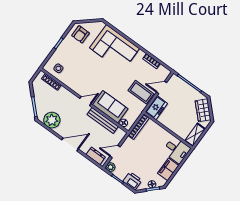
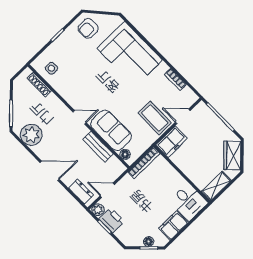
bench: (103, 121) -> (98, 147), width x0.73
printer: (132, 181) -> (112, 220), moved

